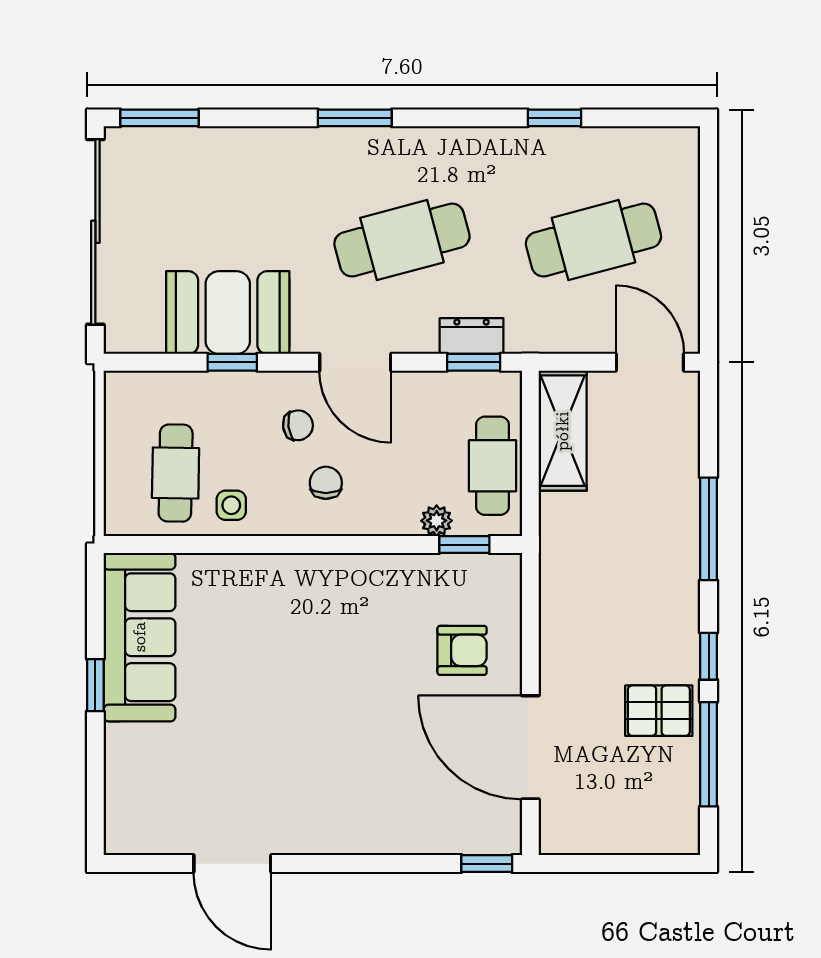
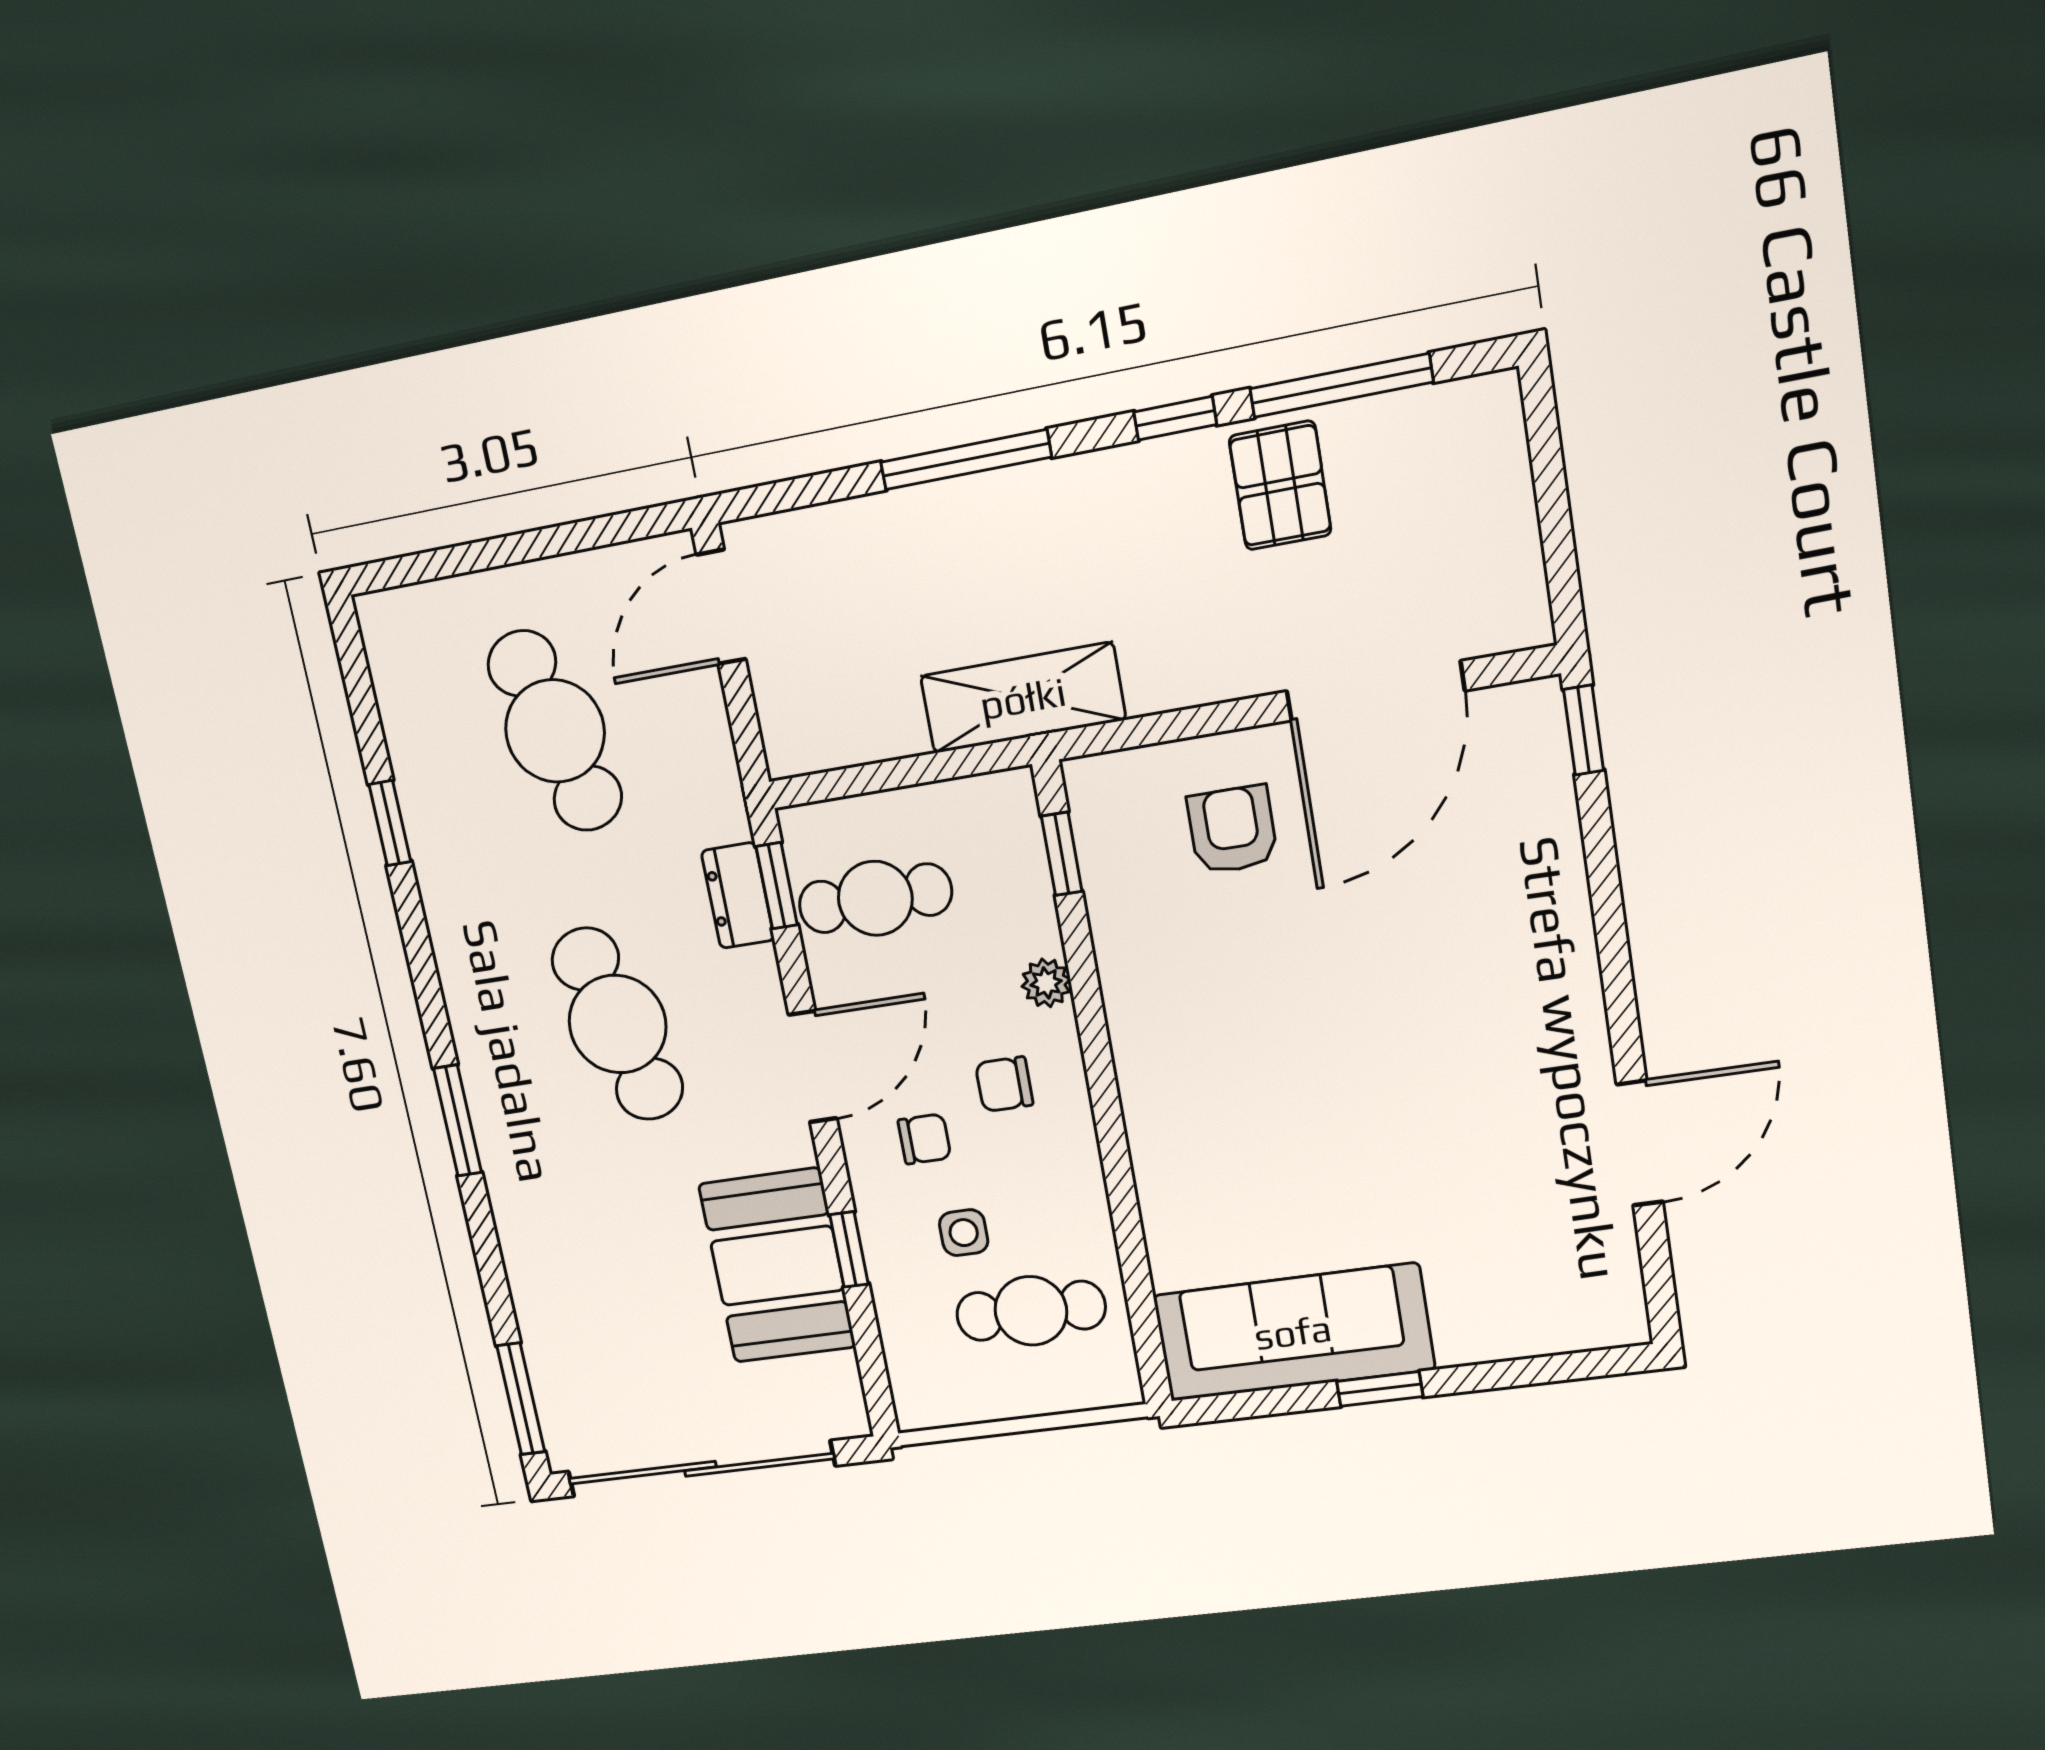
chair: (298, 425) -> (924, 1139), turned 98
shelving: (563, 431) -> (1023, 698), moved
cafe table: (493, 466) -> (875, 898), moved
side table: (231, 505) -> (964, 1233), moved
plant: (437, 521) -> (1046, 983), moved

